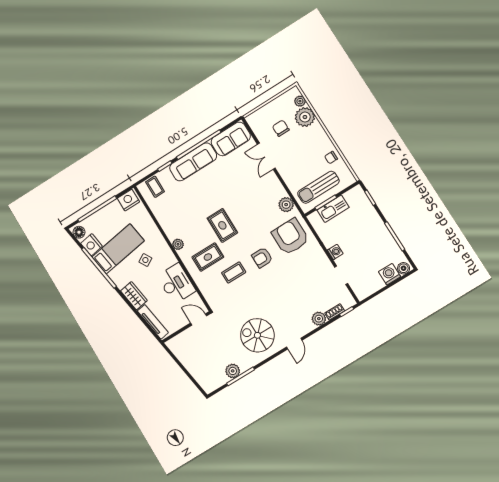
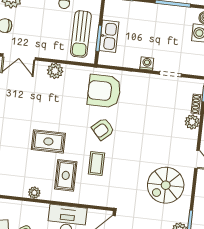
plant: (286, 205) -> (55, 71), moved
armchair: (262, 258) -> (103, 129), turned 48

